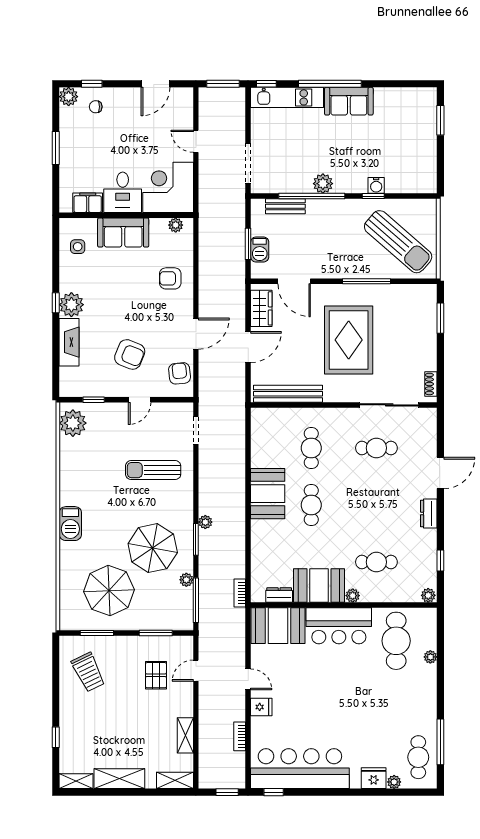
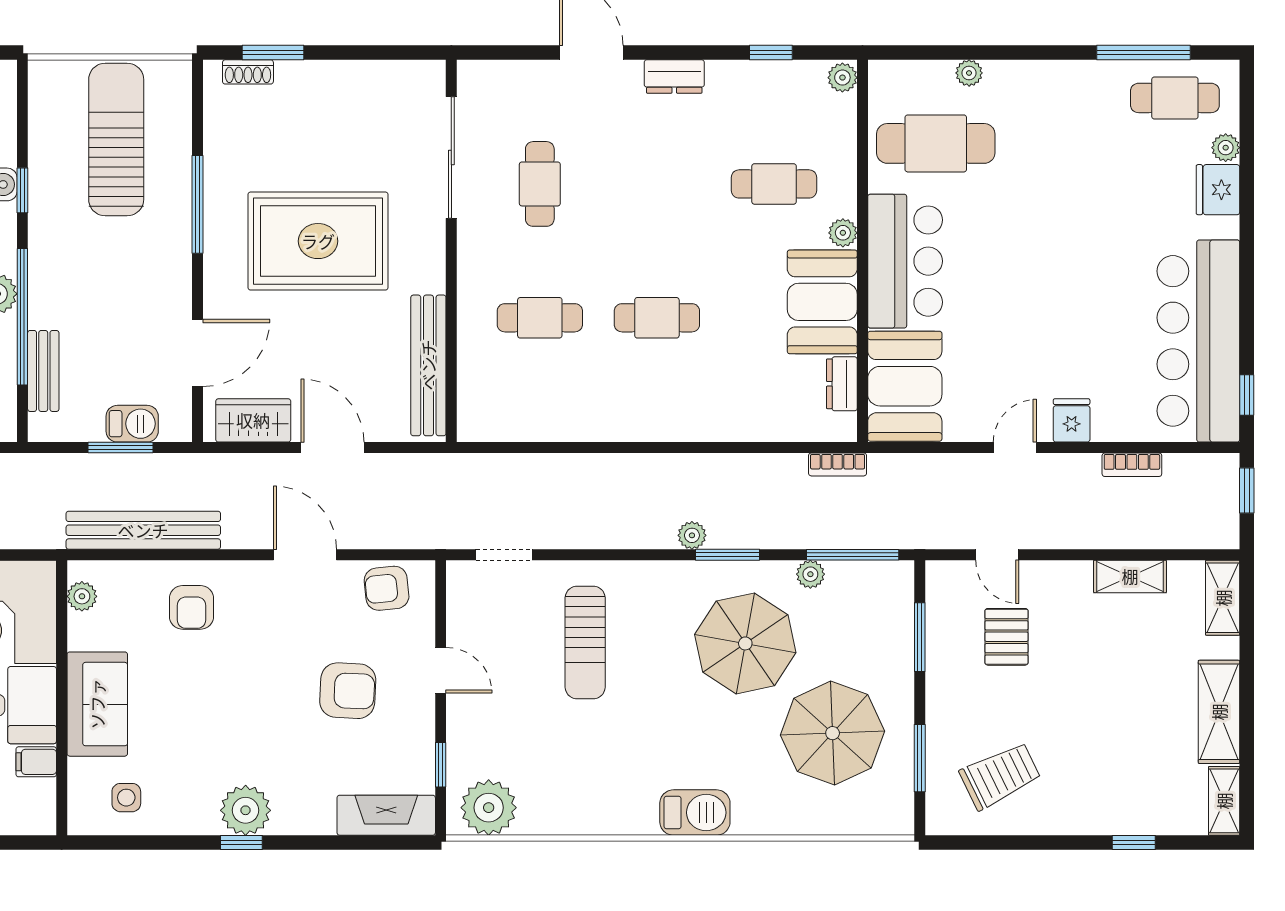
filing cabinet: (88, 203) -> (36, 762), width x0.50
sun lounger: (398, 242) -> (116, 139), turned -41
bench: (208, 255) -> (143, 530), added
fireplace: (69, 342) -> (386, 815), moved
armchair: (130, 354) -> (348, 691), turned 71
shoe rack: (431, 384) -> (248, 72), moved
booth: (268, 494) -> (633, 407), removed
cafe table: (376, 562) -> (774, 184), turned 90
pallet: (156, 675) -> (1006, 637), turned 90

